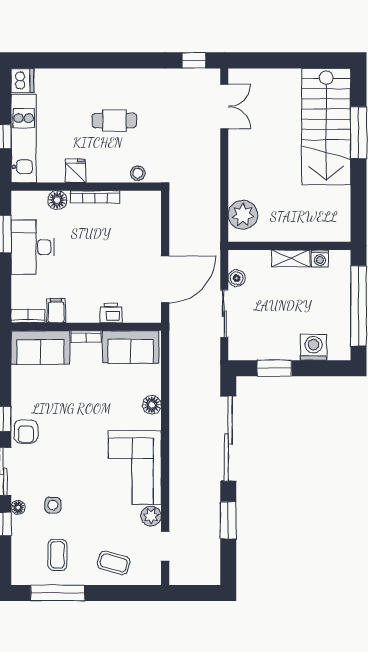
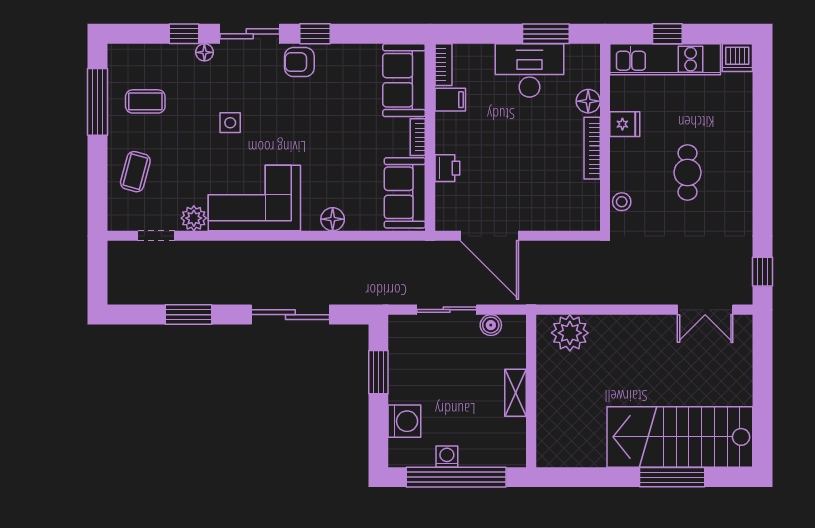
washing machine: (320, 258) -> (447, 457), moved, turned 90
sliding door: (228, 439) -> (290, 315), width x0.73
side table: (53, 505) -> (230, 123), moved

